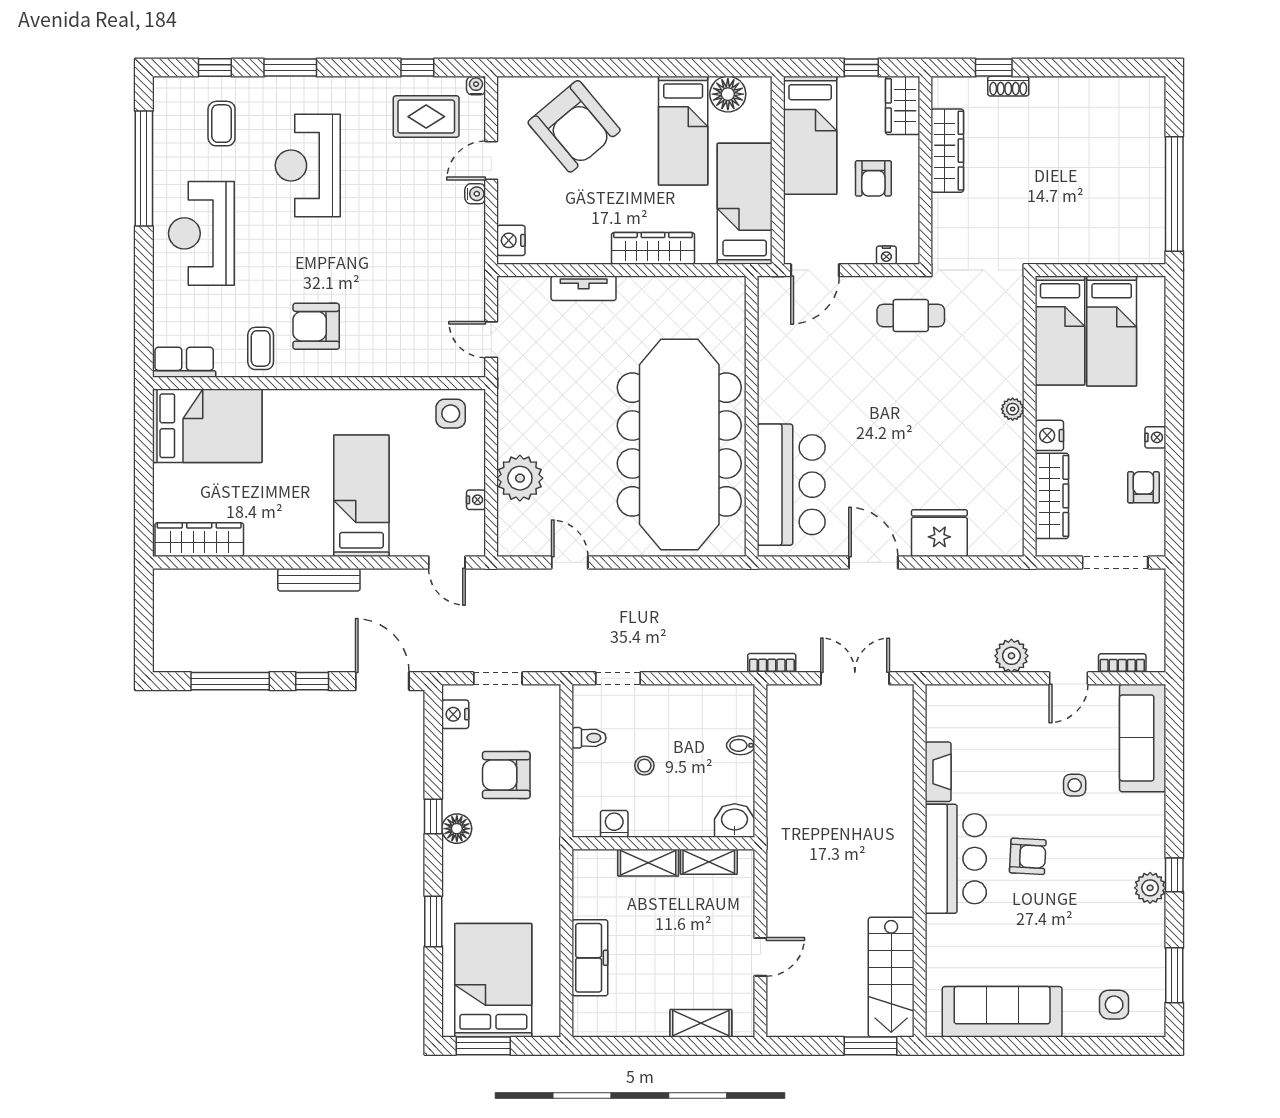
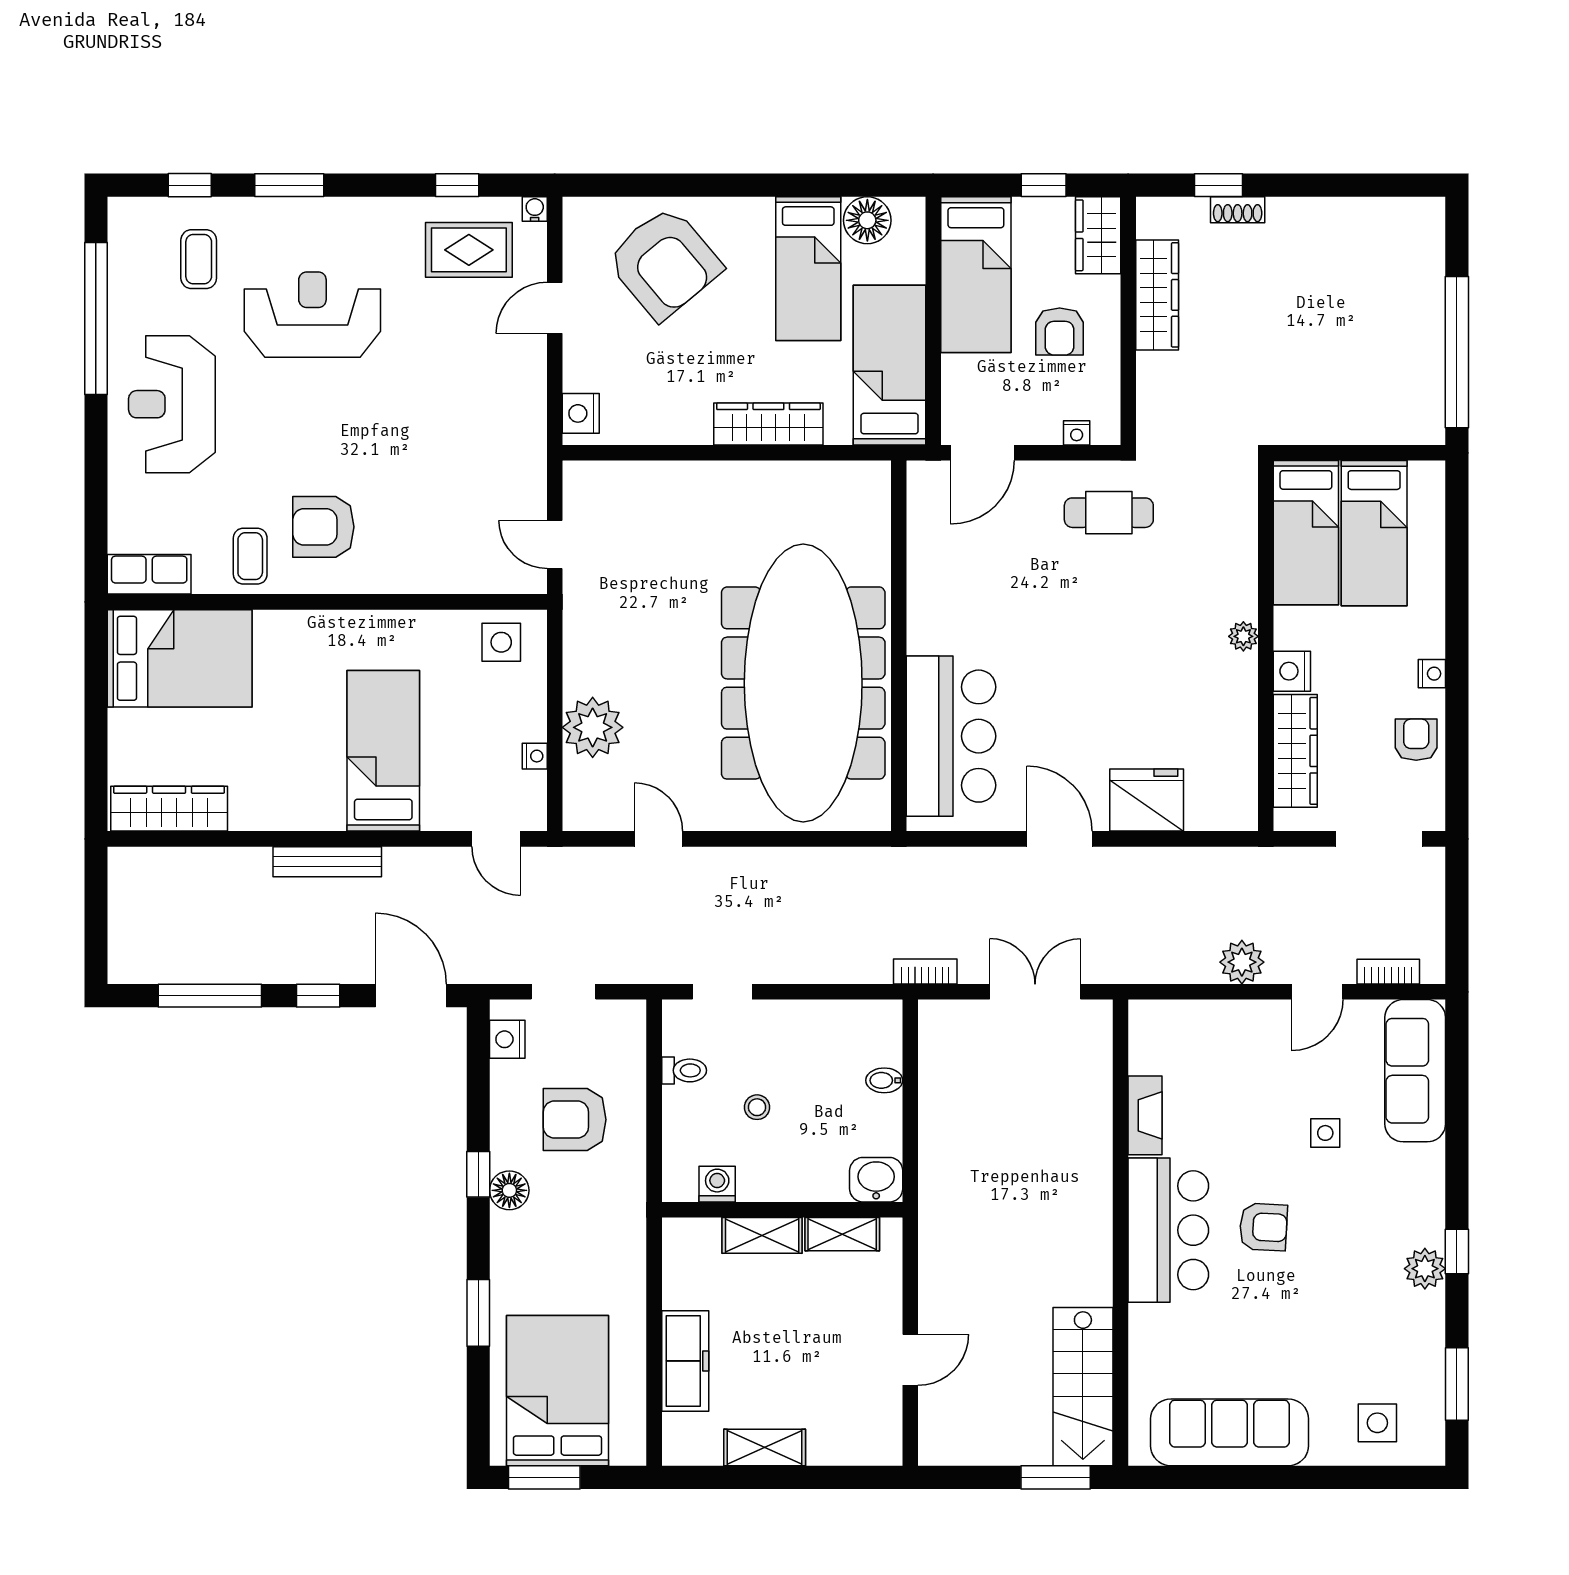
reception desk: (308, 165) -> (312, 315), turned 90
water cooler: (475, 194) -> (534, 352), removed
tv unit: (584, 288) -> (677, 477), removed
shelving: (701, 1023) -> (765, 1448), moved

